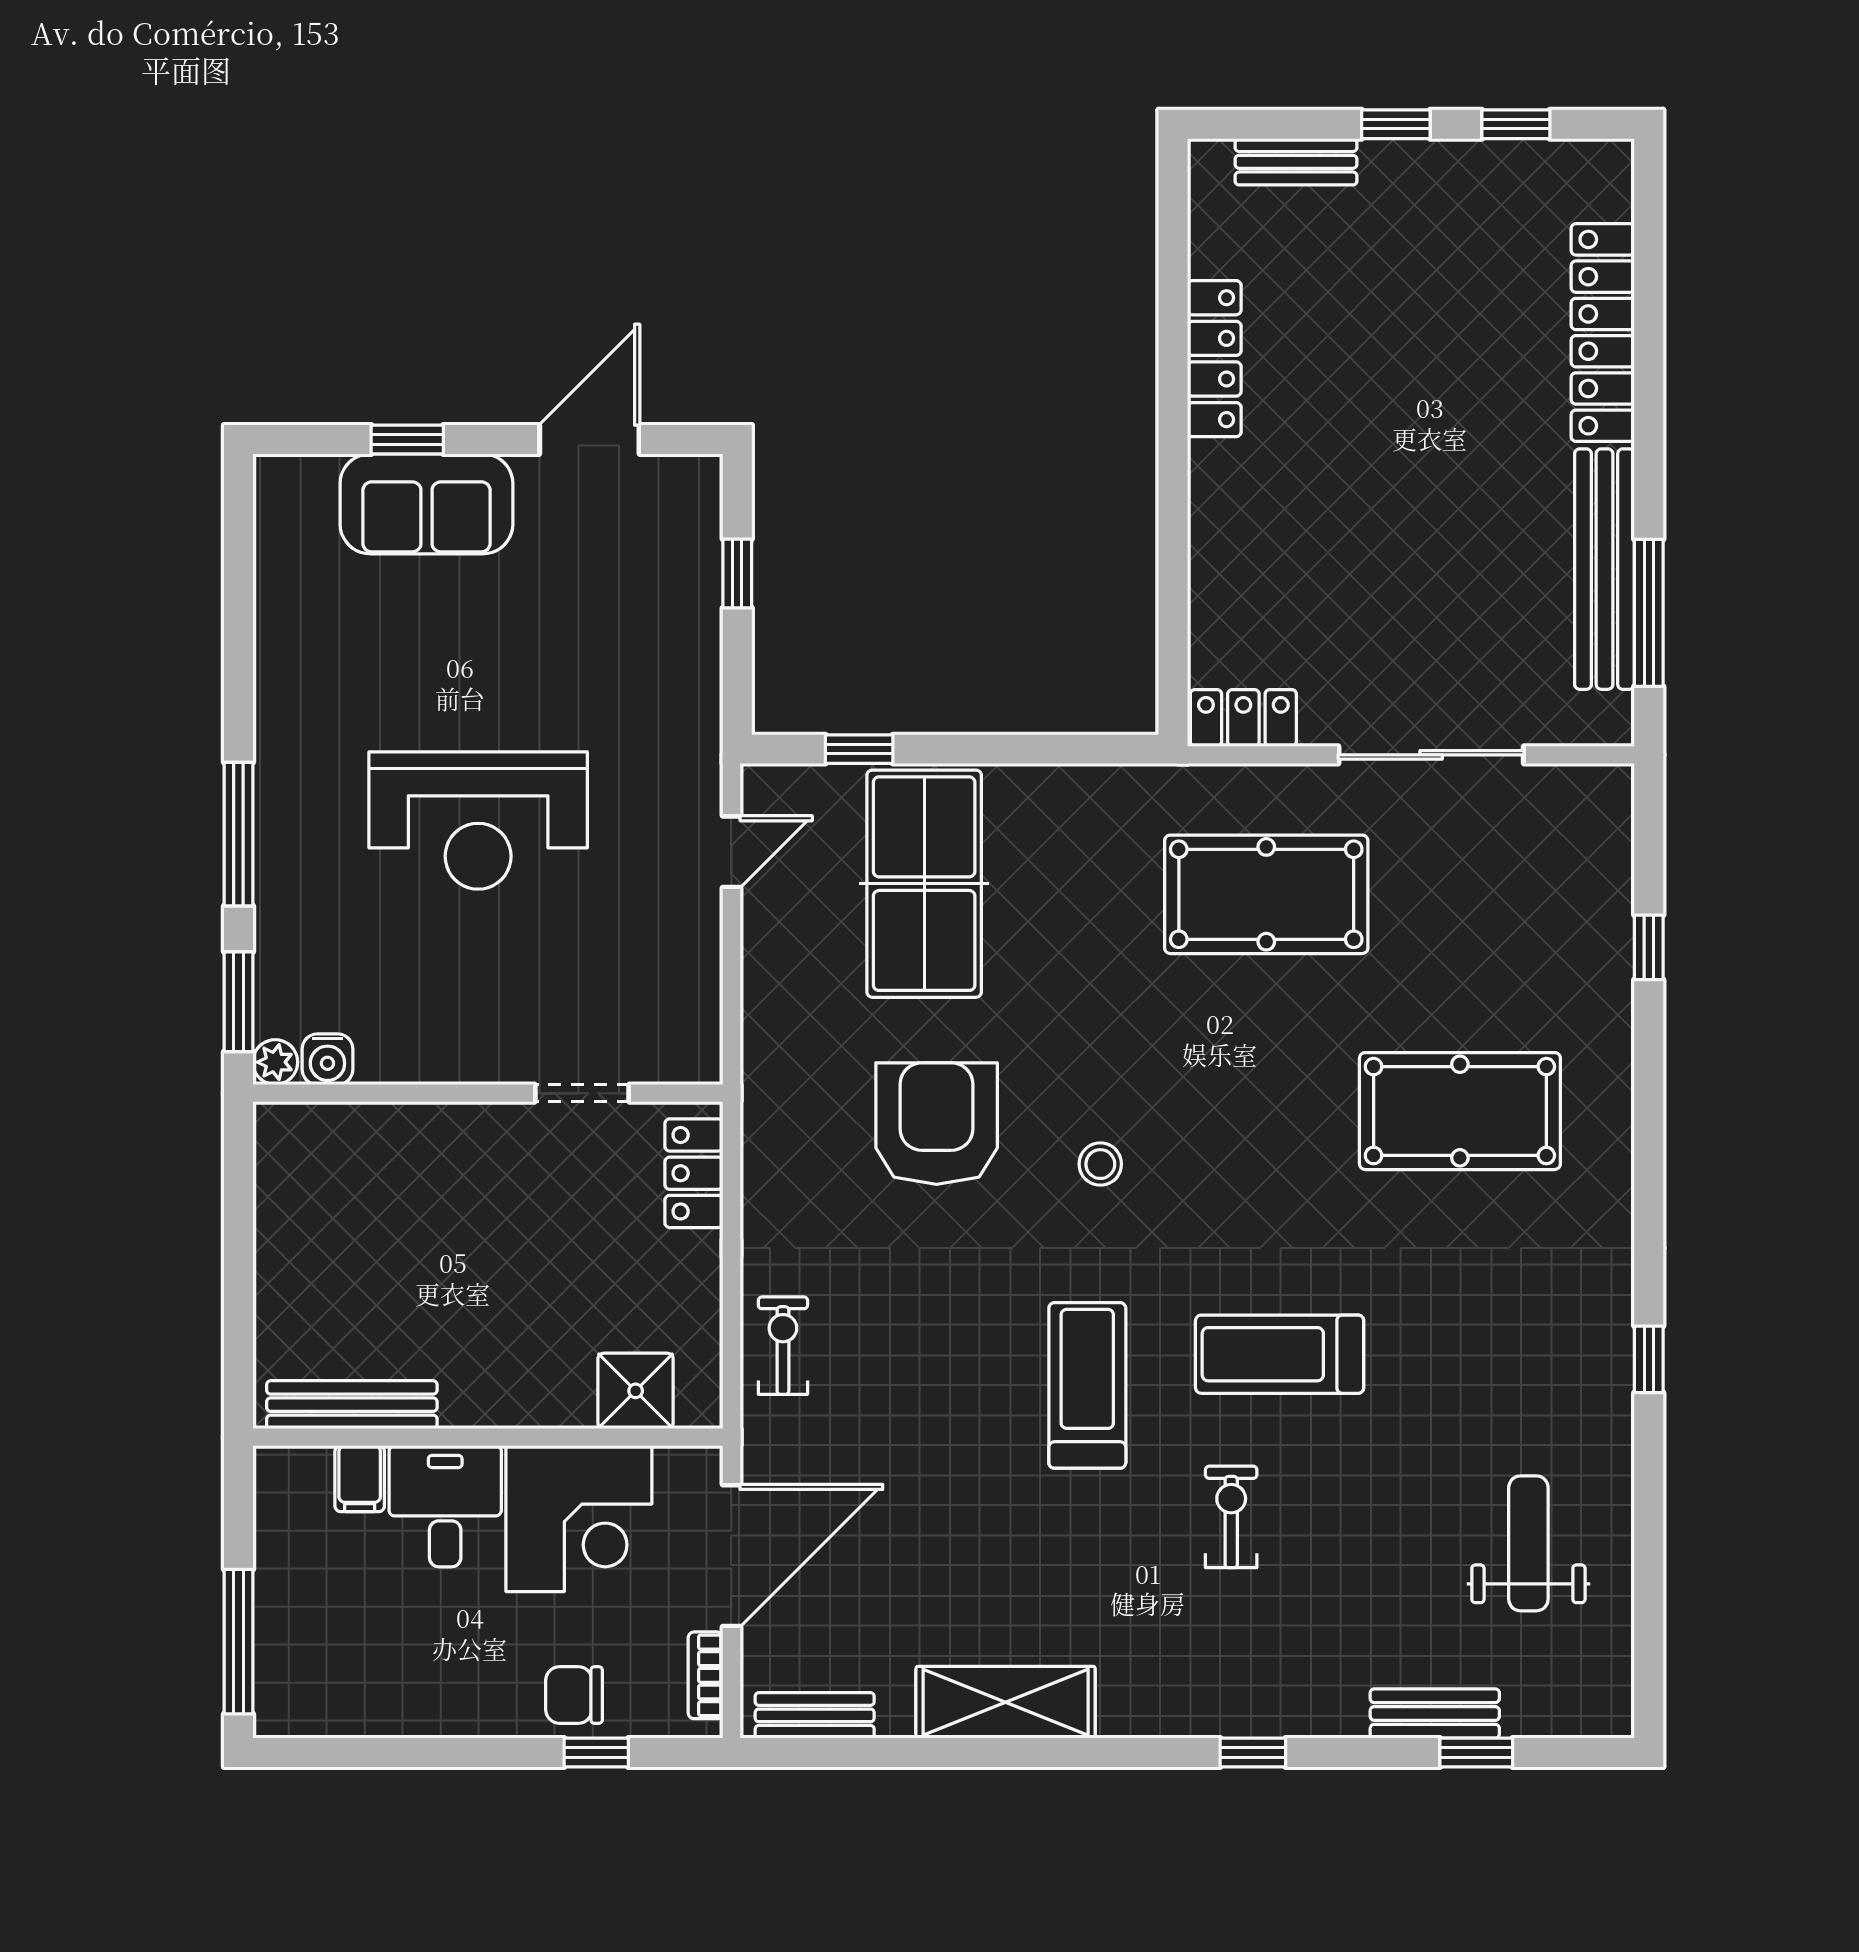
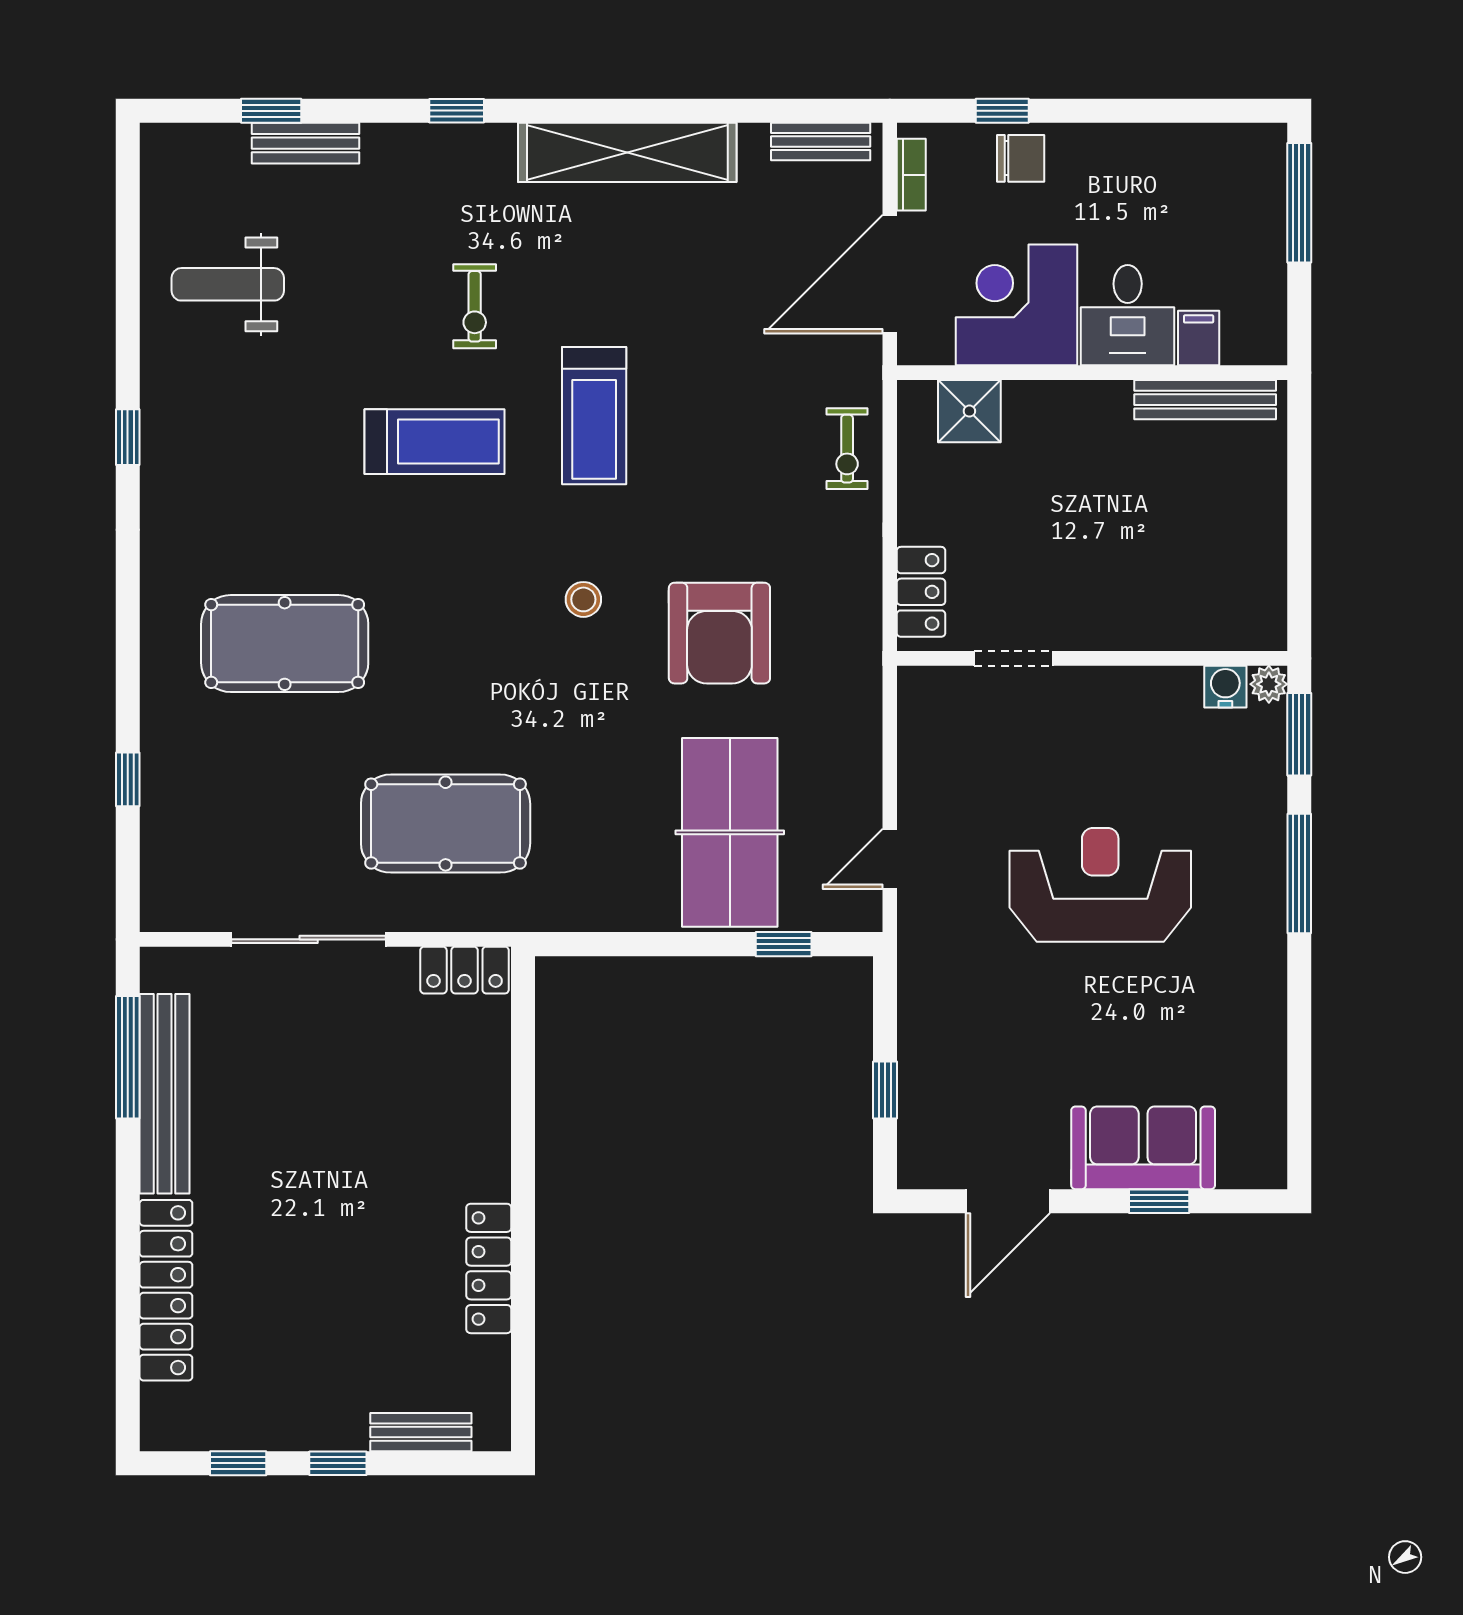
weight bench: (1528, 1543) -> (228, 284), turned 90
shelving: (1006, 1702) -> (627, 152), width x1.47

